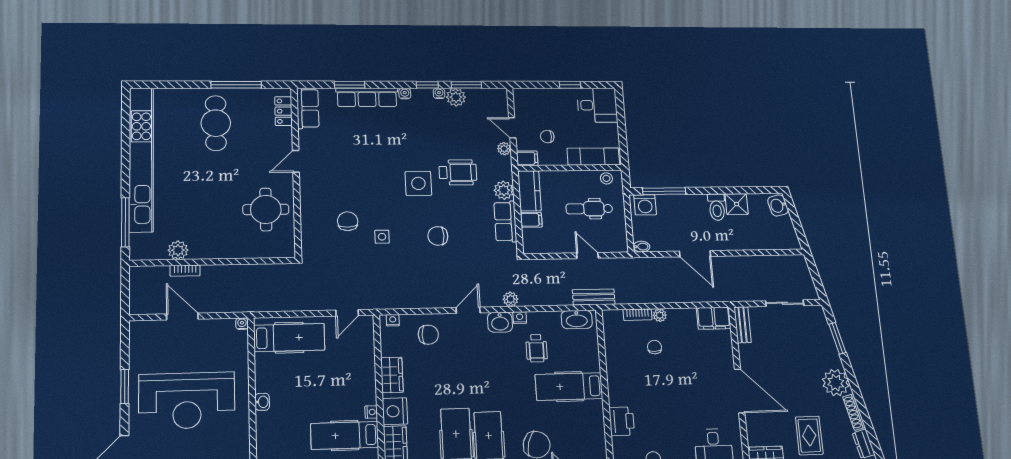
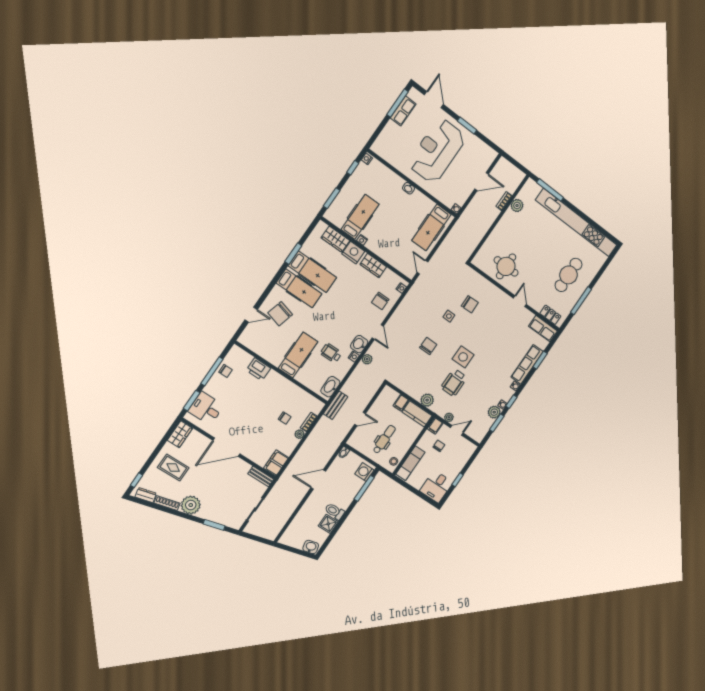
cafe table: (216, 123) -> (569, 275), turned 90
row of seats: (505, 222) -> (410, 388), removed

